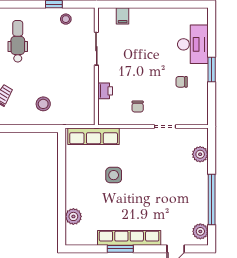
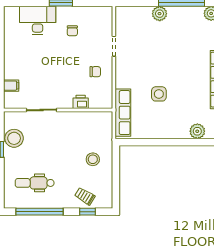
stool: (66, 19) -> (14, 138), width x1.89, depth x1.89
plant: (200, 154) -> (160, 14), moved

